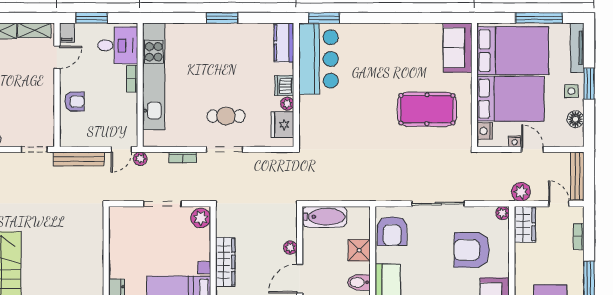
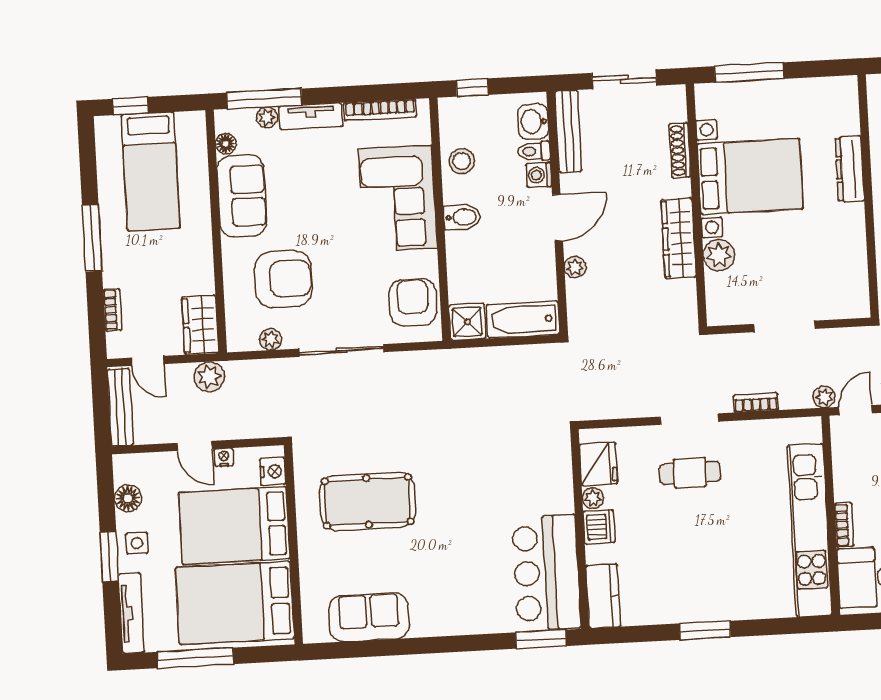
sofa: (458, 48) -> (369, 617), moved, turned -90
plant: (502, 213) -> (271, 339), moved
plant: (201, 218) -> (719, 255), moved
shower: (359, 250) -> (467, 322), moved

